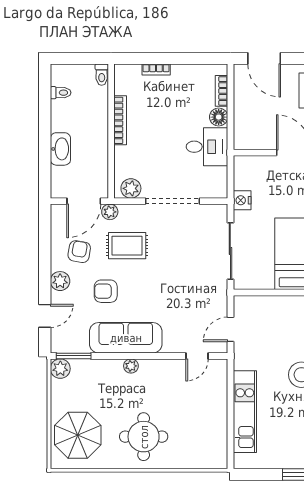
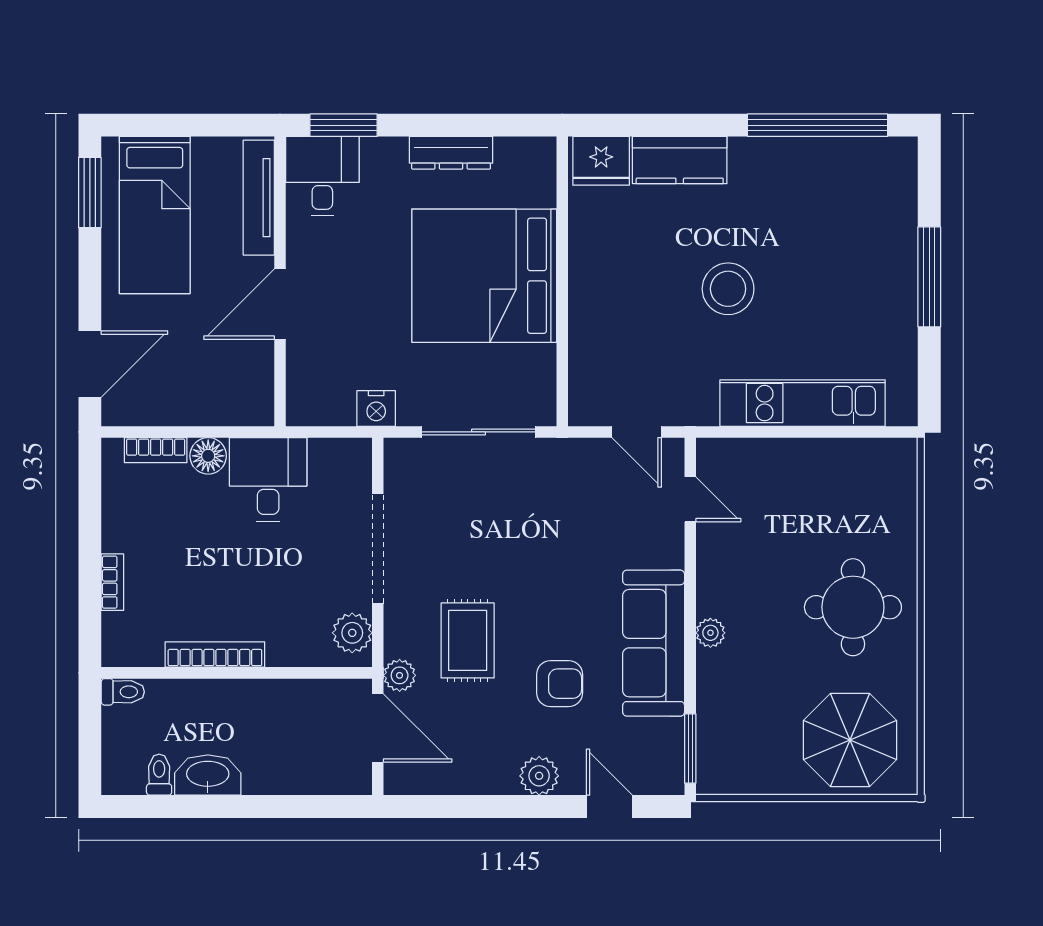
washbasin: (60, 149) -> (208, 775), moved
armchair: (79, 252) -> (480, 737), removed
armchair: (106, 291) -> (560, 684), turned -90
plant: (60, 369) -> (716, 775), removed

